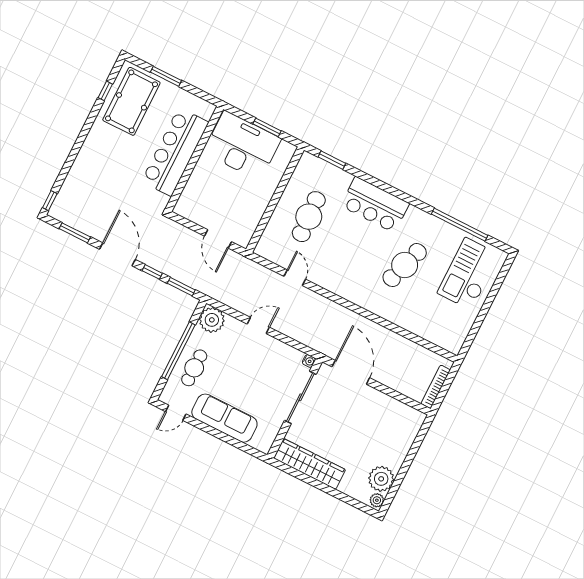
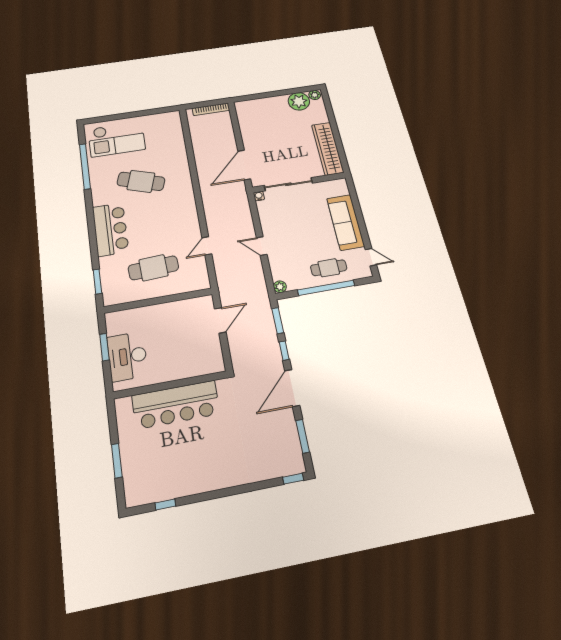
pool table: (131, 101) -> (159, 474), removed
desk: (242, 146) -> (127, 356), width x0.73, depth x0.77
plant: (212, 320) -> (280, 287), width x0.53, depth x0.53

